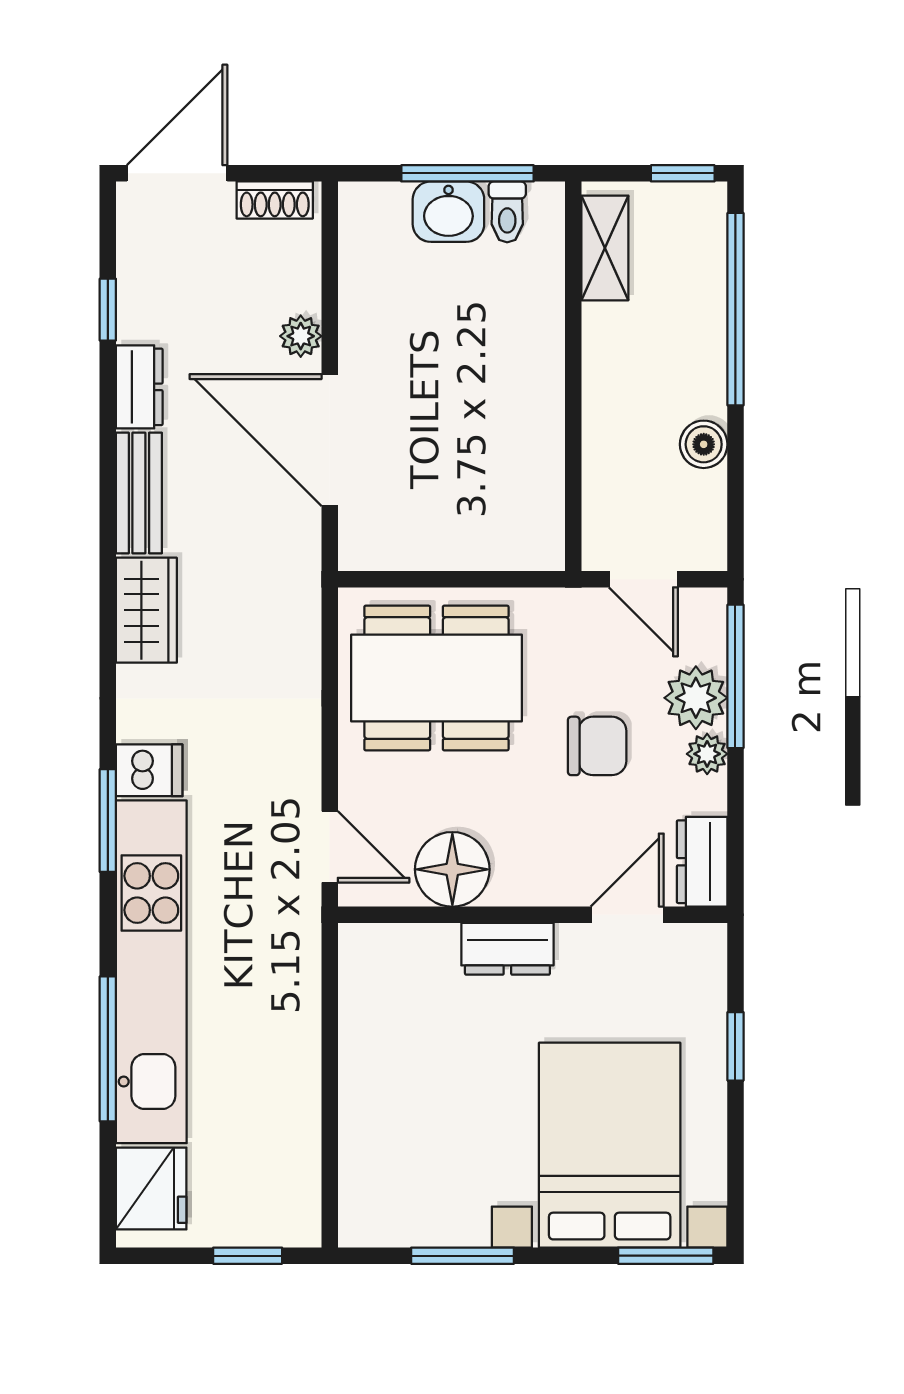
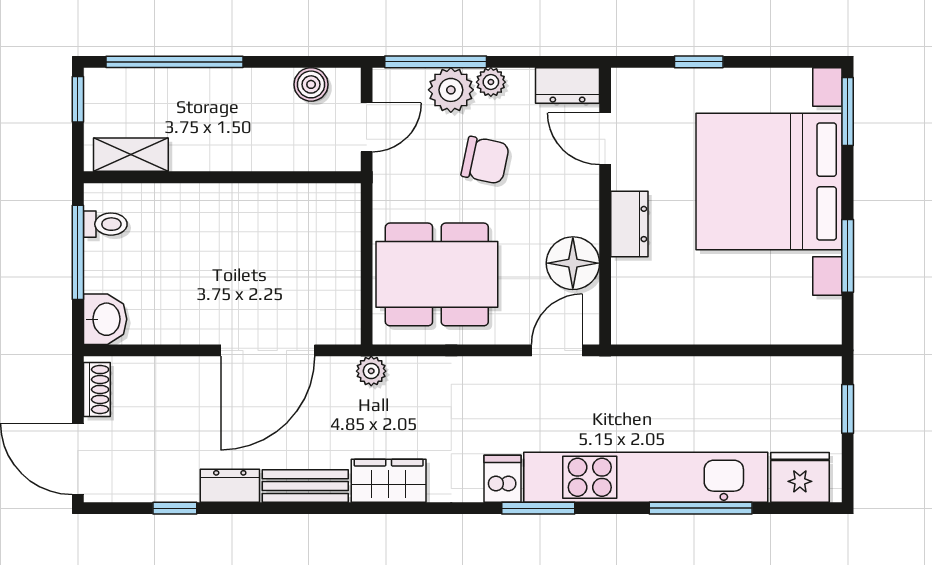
washbasin: (448, 212) -> (105, 319), moved
plant: (301, 336) -> (371, 371), moved
boiler: (704, 444) -> (311, 84), moved
dining table: (436, 678) -> (437, 274), turned 90
chair: (597, 746) -> (485, 160), turned 102
bed with nightstands: (610, 1145) -> (769, 182), width x1.36

